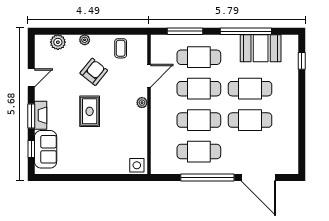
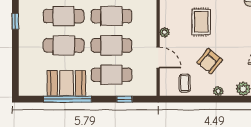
window: (185, 31) -> (124, 99), width x0.46
booth: (261, 48) -> (66, 83), moved
window: (302, 61) -> (15, 21), moved
door: (149, 76) -> (158, 58), swing flipped
rug: (90, 111) -> (201, 22), moved

